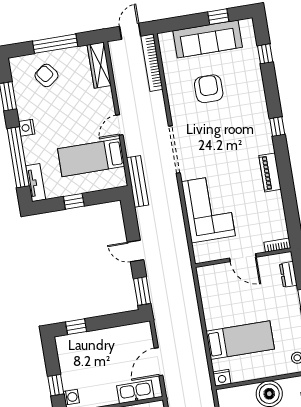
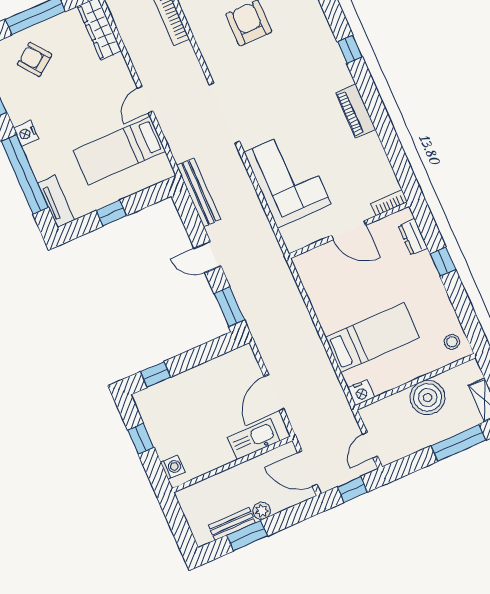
bench: (137, 181) -> (199, 192), moved
window: (56, 385) -> (141, 439), moved

